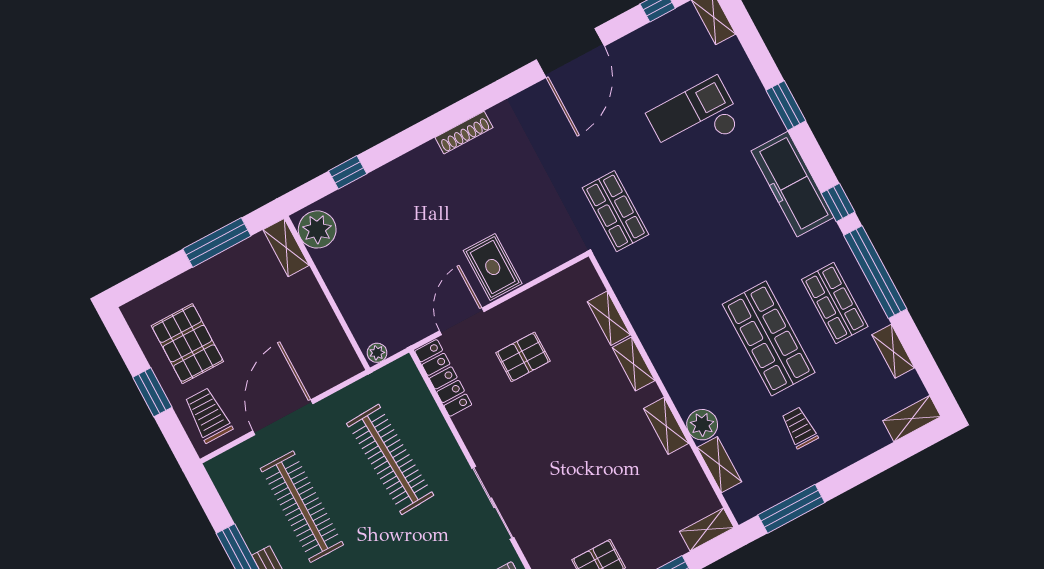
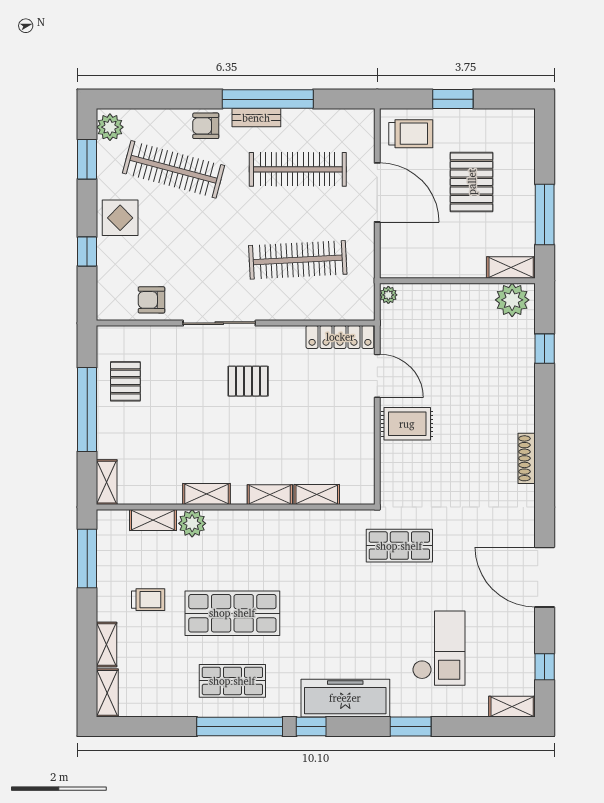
pallet: (187, 344) -> (472, 182), moved, turned 90
shelving: (893, 351) -> (107, 644), moved, turned 90
pallet: (523, 357) -> (248, 381), moved, turned 90

